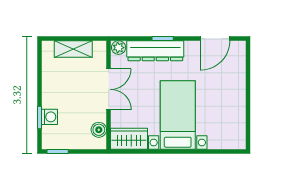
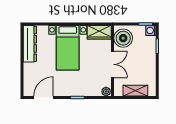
dresser: (155, 51) -> (30, 44), moved, turned 90
double door: (109, 89) -> (113, 64), swing flipped
washing machine: (50, 117) -> (151, 30), moved
boiler: (99, 130) -> (123, 38), width x1.86, depth x1.86

